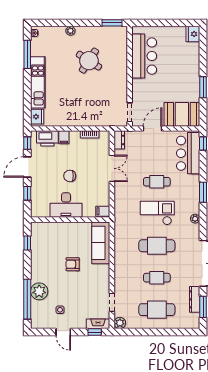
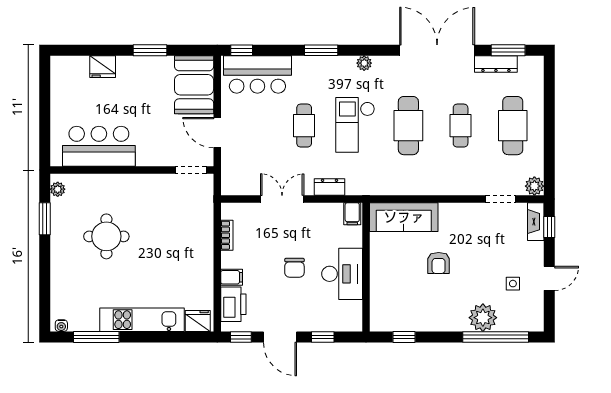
window: (112, 23) -> (45, 219), moved
plant: (70, 31) -> (58, 189), moved
fridge: (193, 34) -> (103, 67), moved
round table: (89, 61) -> (106, 236), turned -33
dresser: (119, 140) -> (329, 187), moved

